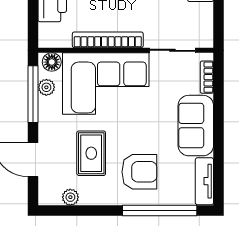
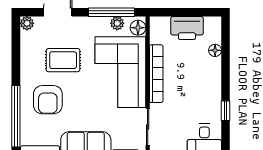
plant: (70, 197) -> (27, 23), moved

